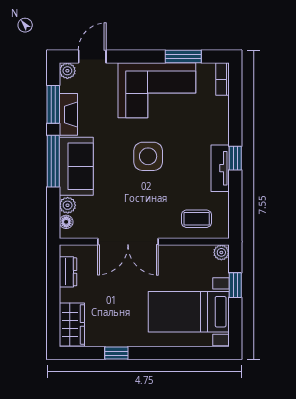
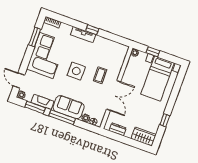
tv unit: (220, 168) -> (83, 35), moved
coffee table: (197, 219) -> (100, 75), moved

